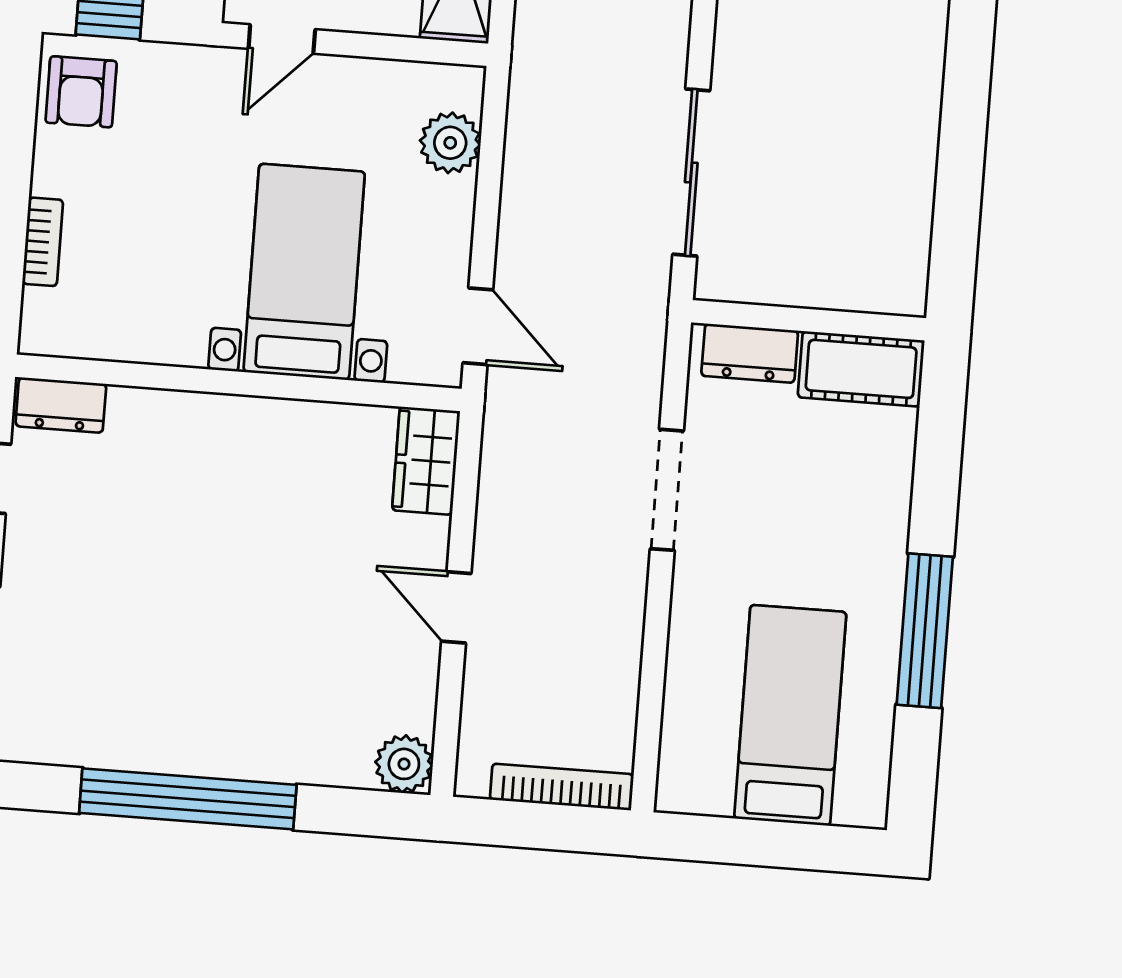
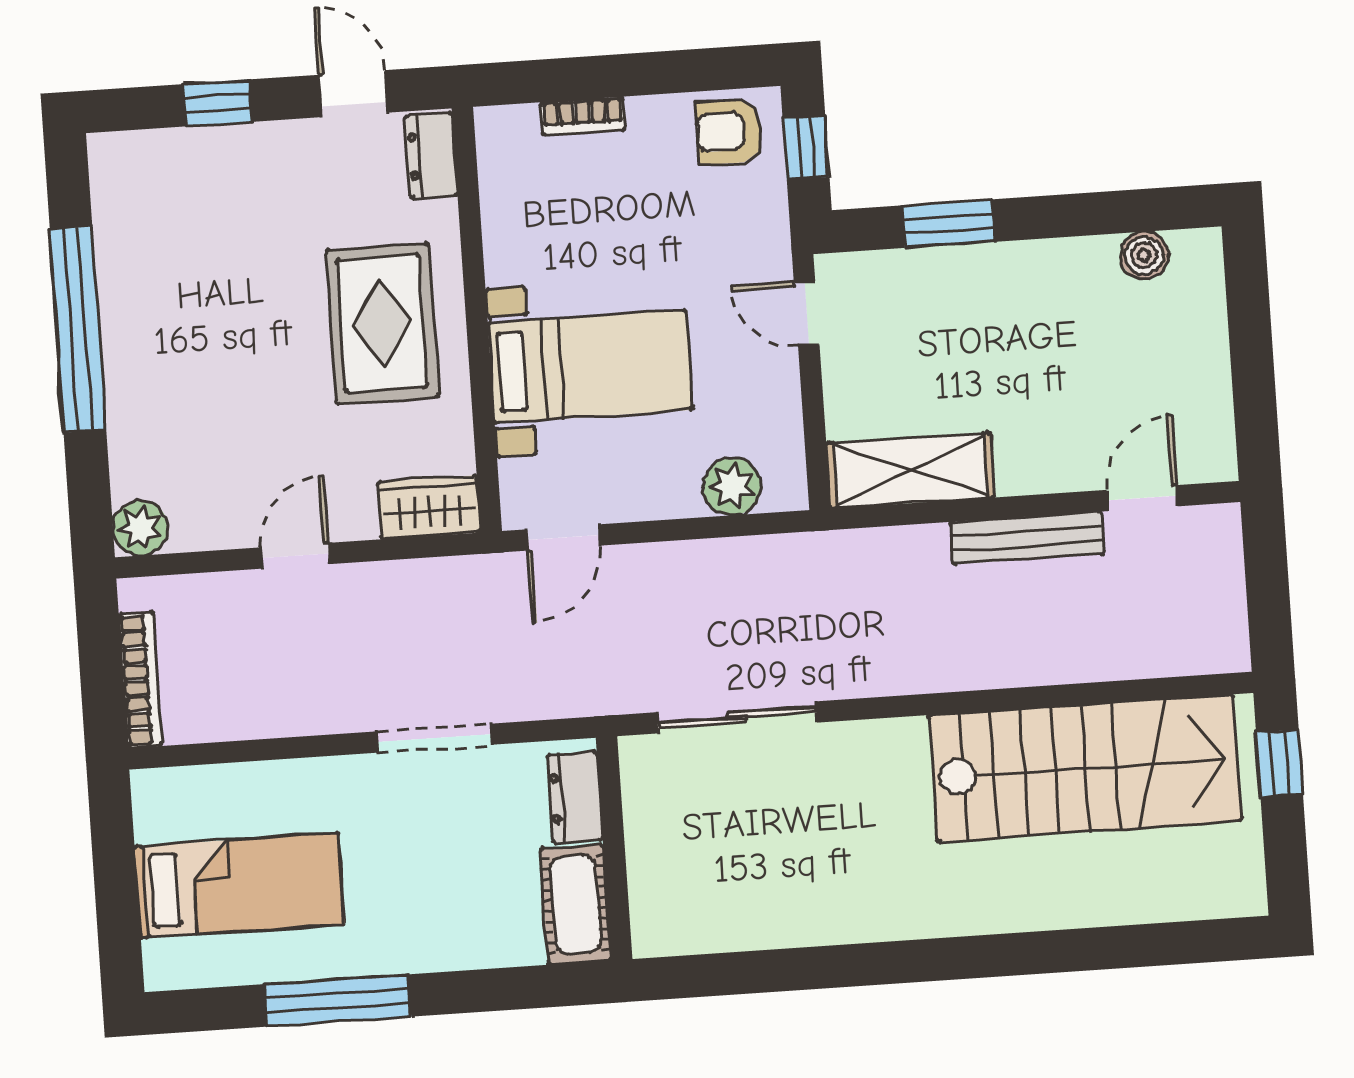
rug: (228, 482) -> (382, 323), added

